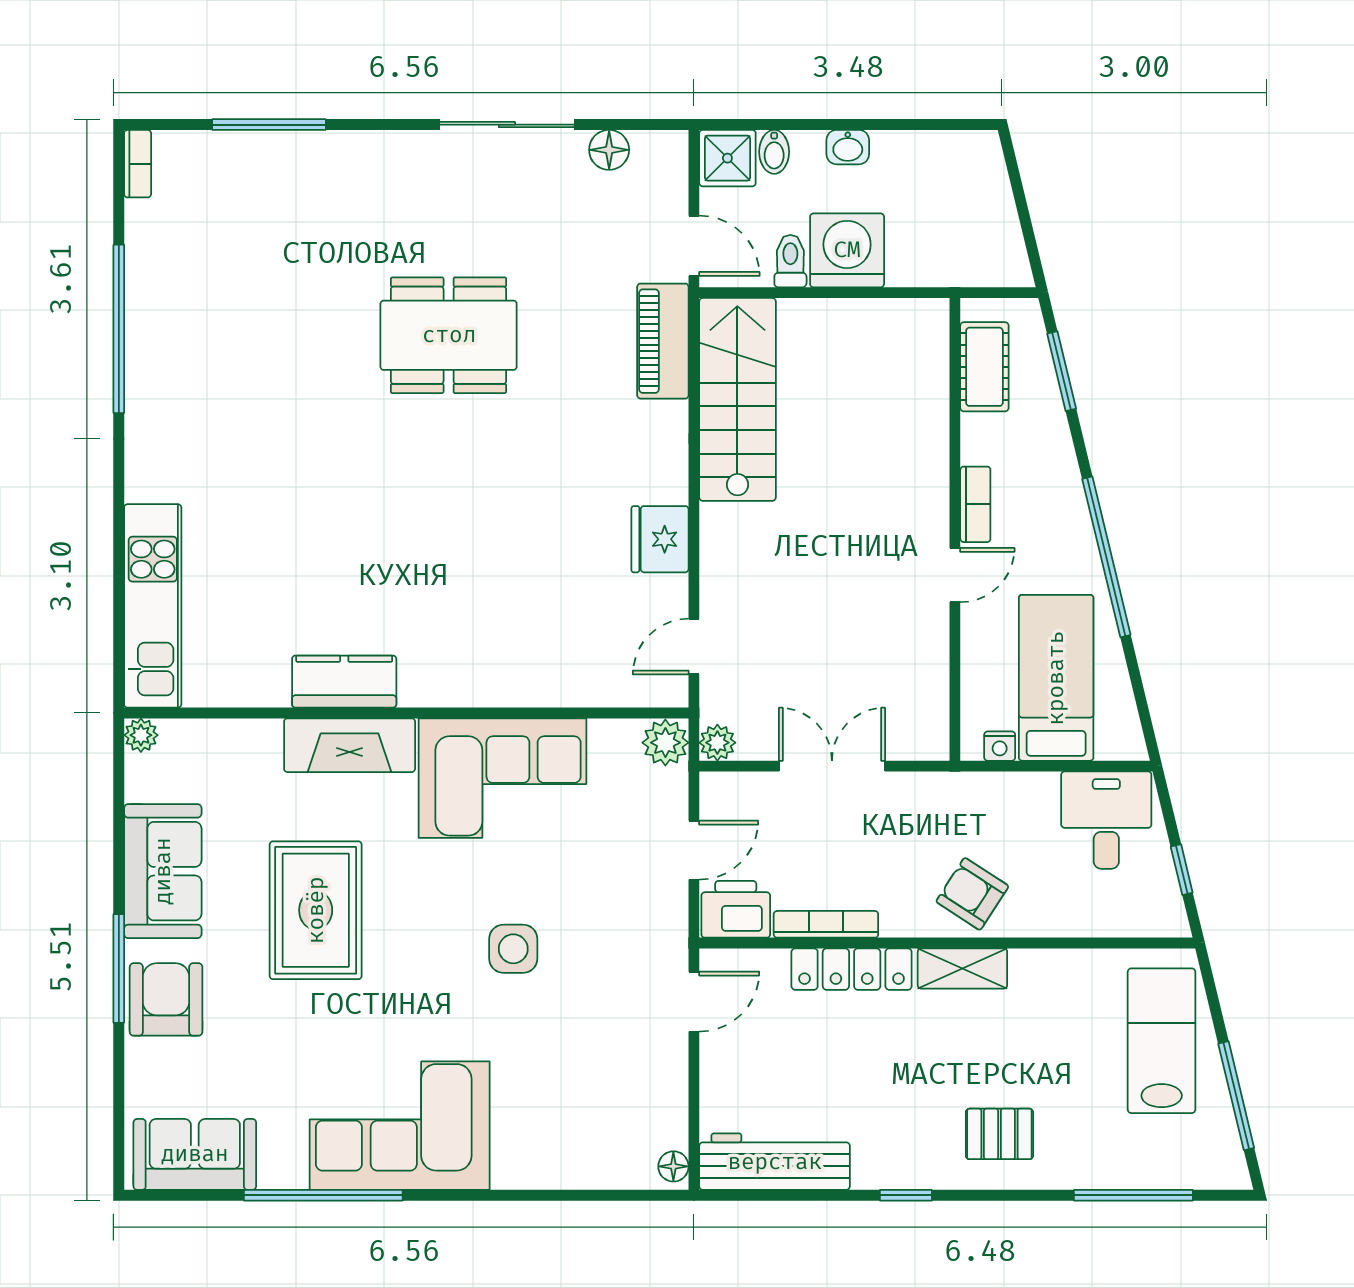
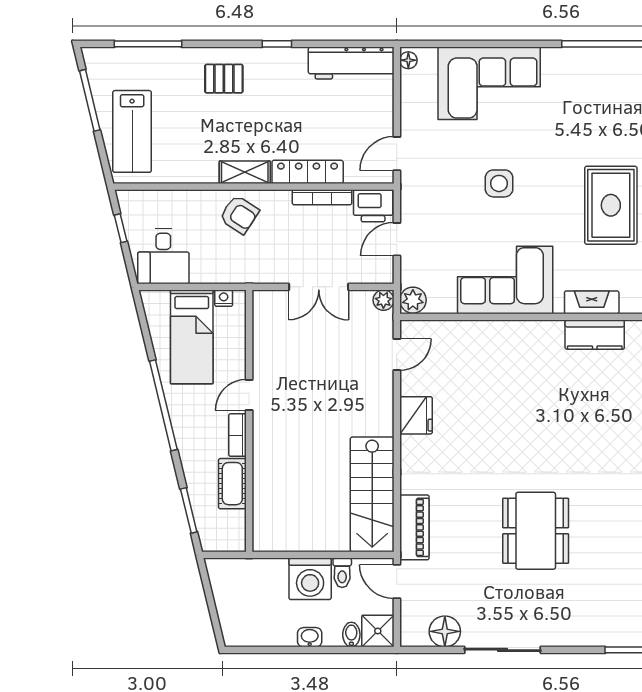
floor lamp: (609, 150) -> (445, 631), width x1.38, depth x1.38
dining table: (449, 335) -> (536, 531), turned 90
cot: (984, 367) -> (232, 484), moved
fireplace: (350, 745) -> (592, 302), width x0.73, depth x0.76
corner sofa: (400, 1126) -> (489, 83), moved

